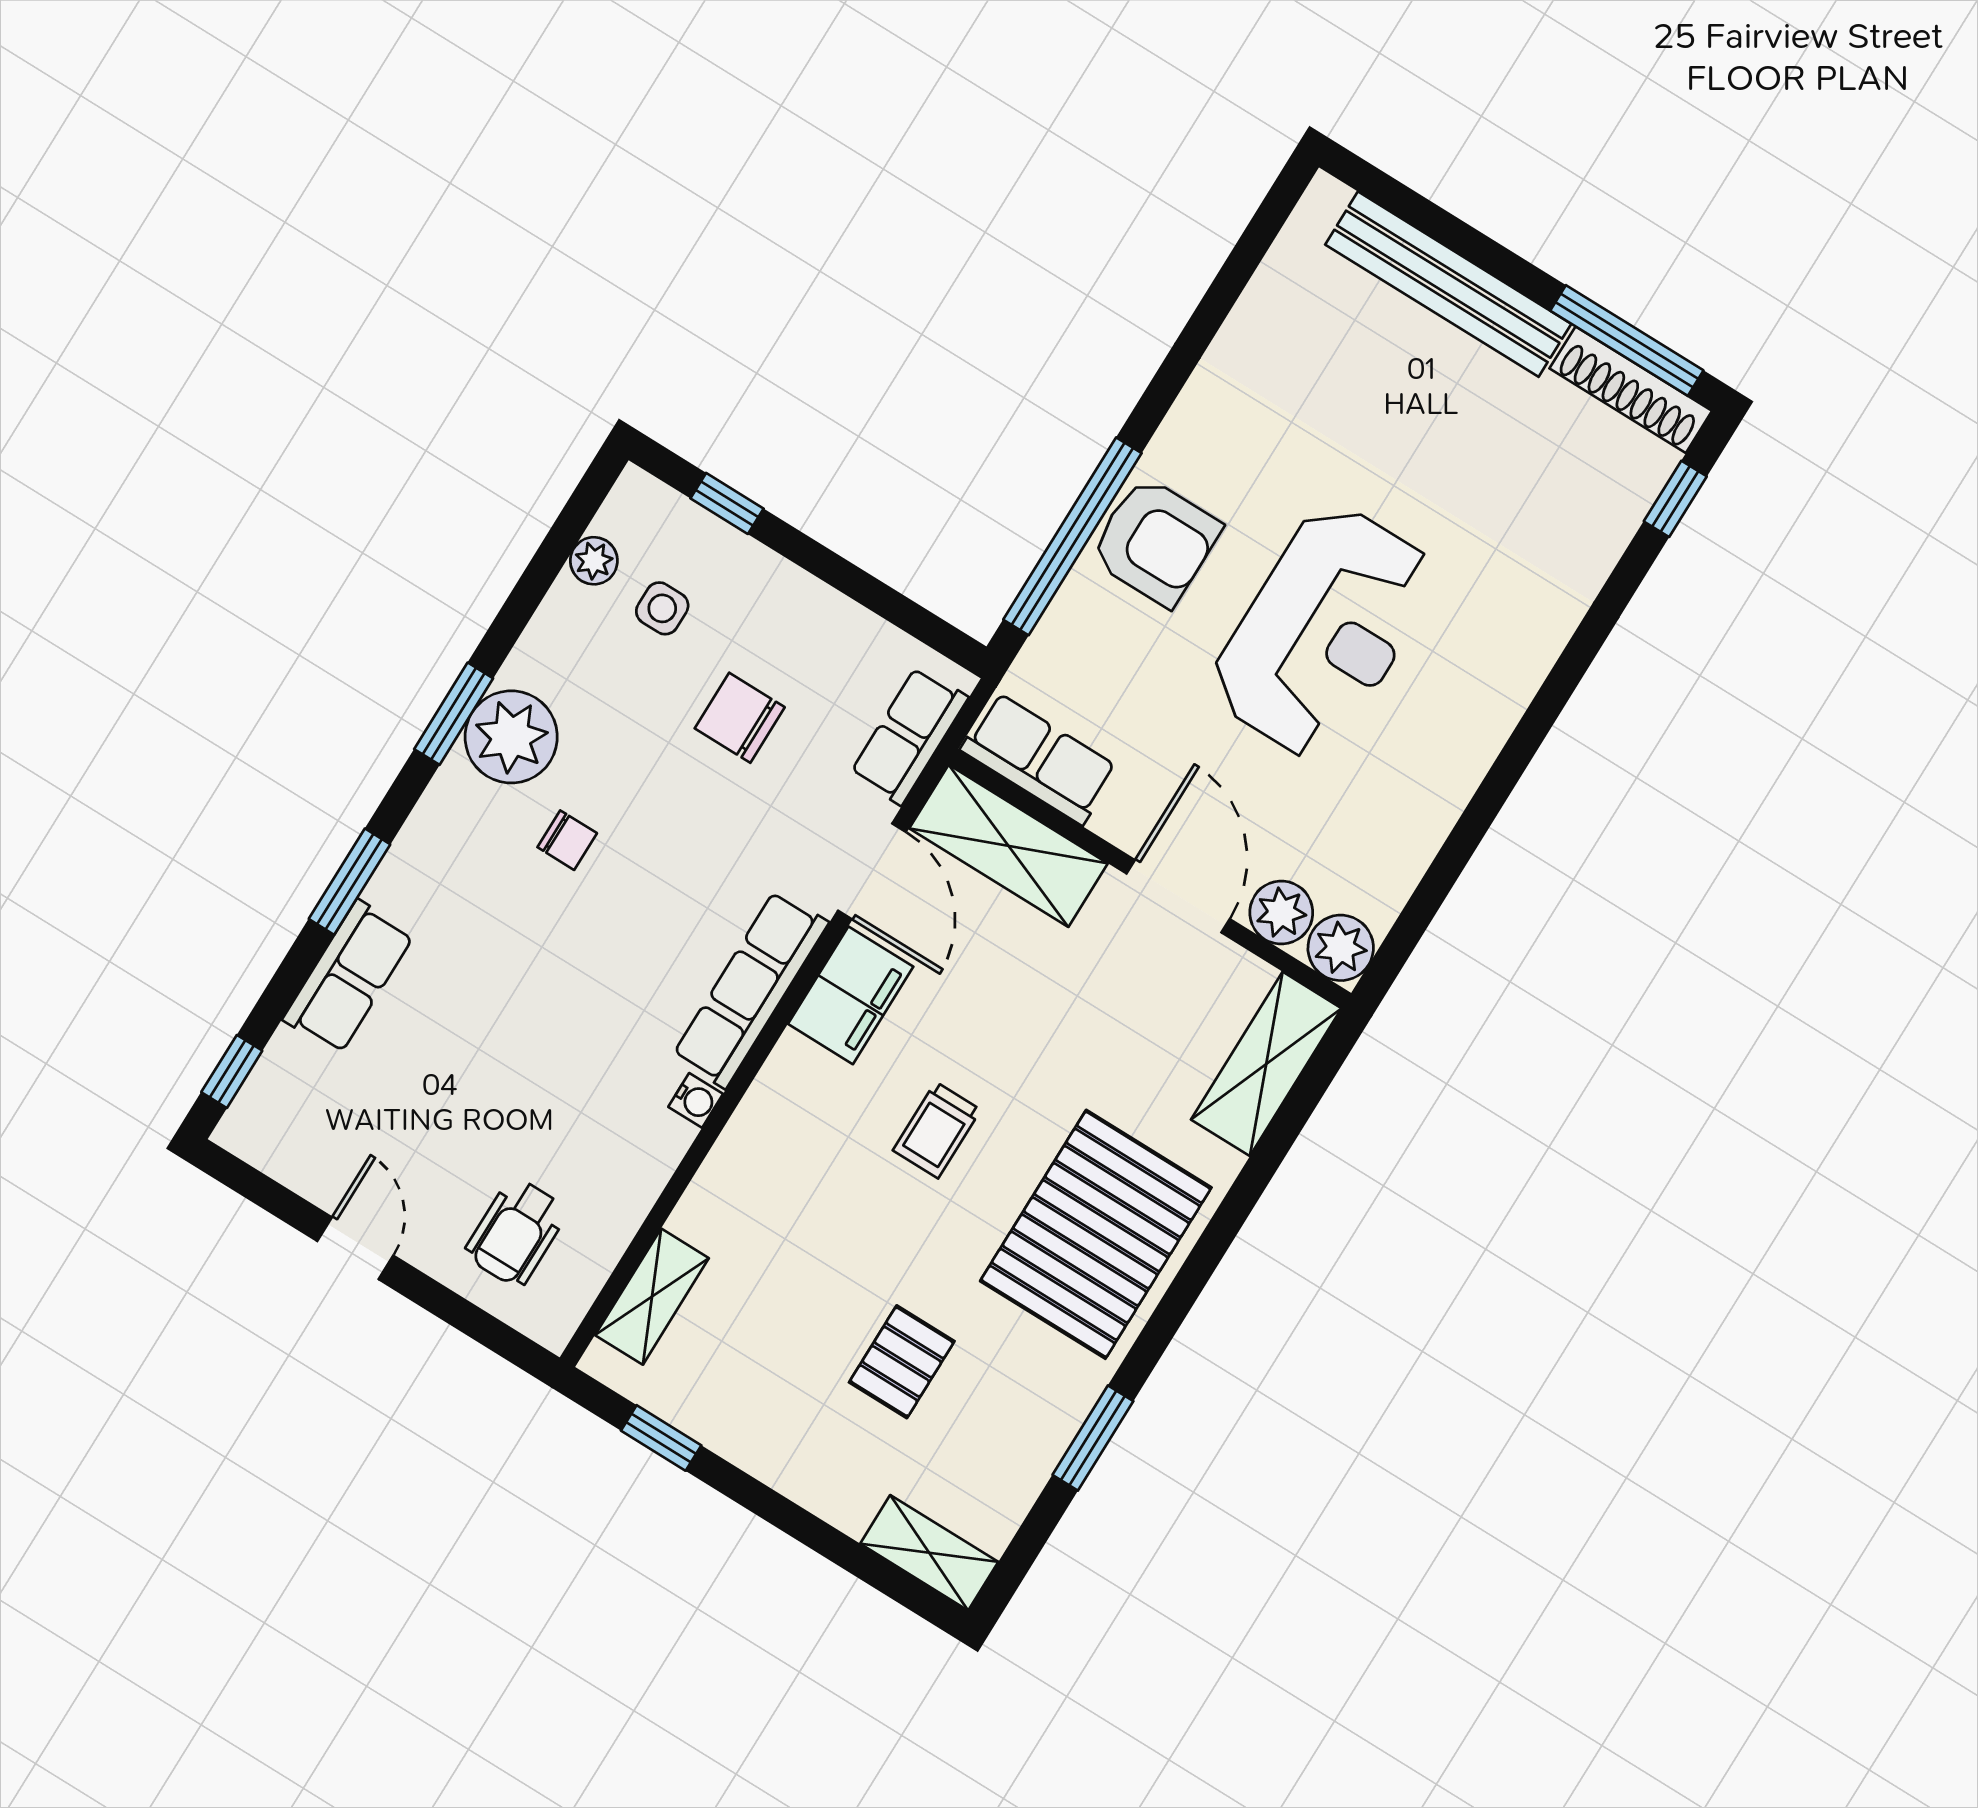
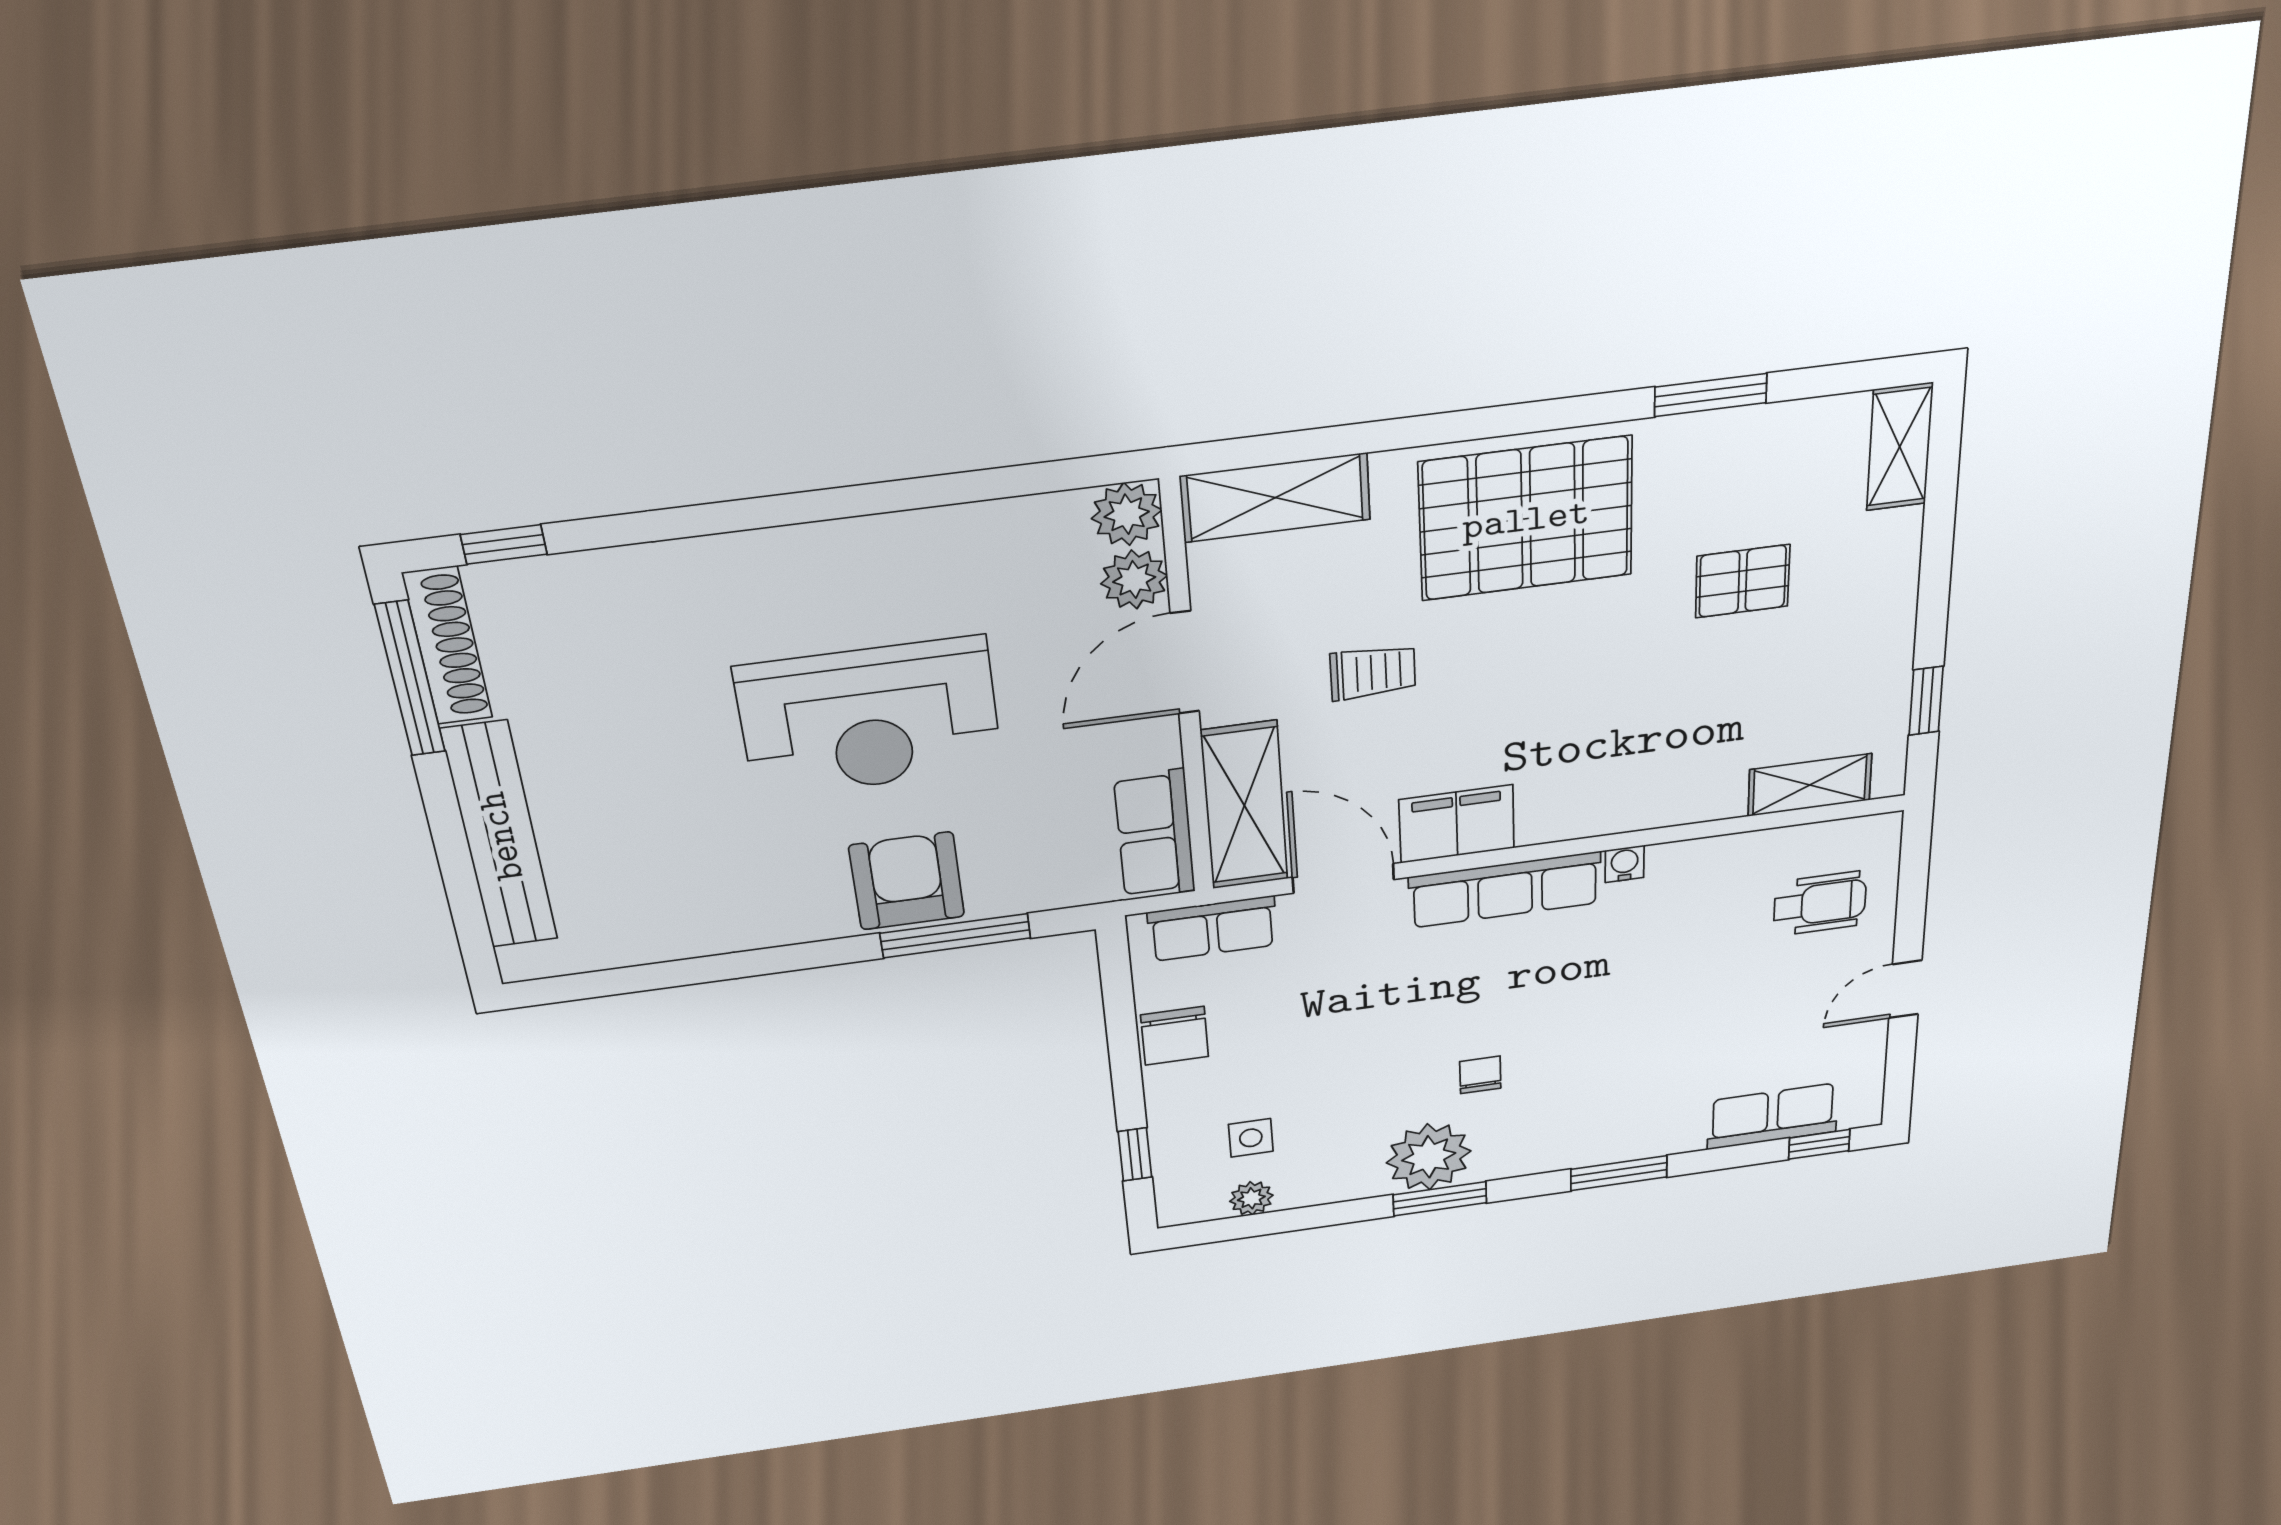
window: (1072, 536) -> (955, 936), width x0.68
reception desk: (1324, 631) -> (869, 718), turned 180
chair: (740, 718) -> (1175, 1036), moved
door: (872, 871) -> (1343, 878), hinge flipped
row of seats: (348, 977) -> (1773, 1116), moved
trolley: (937, 1130) -> (1373, 672), moved

